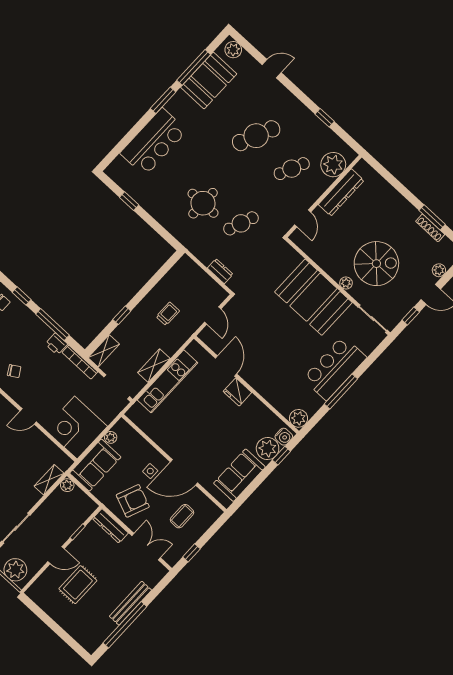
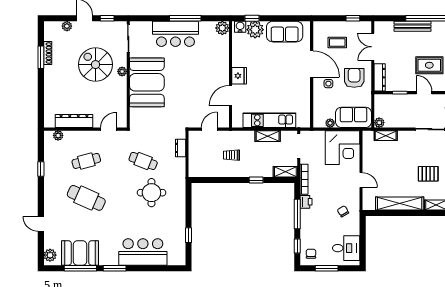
plant: (333, 165) -> (58, 135), width x0.53, depth x0.53
cafe table: (292, 169) -> (86, 161), turned -39
armchair: (133, 501) -> (354, 78), turned 68

